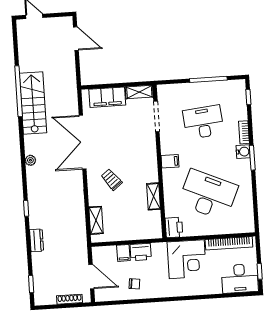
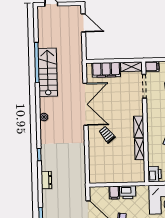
double door: (83, 142) -> (85, 104), swing flipped
filing cabinet: (170, 161) -> (152, 66), moved
shelving: (96, 220) -> (139, 127), moved

